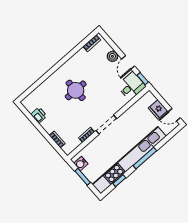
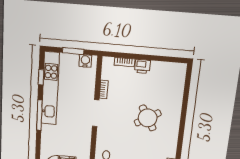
round table: (76, 90) -> (148, 118), turned -31
printer: (39, 115) -> (142, 66), moved
kitchen unit: (129, 160) -> (50, 89), width x0.73

